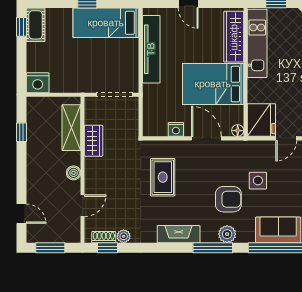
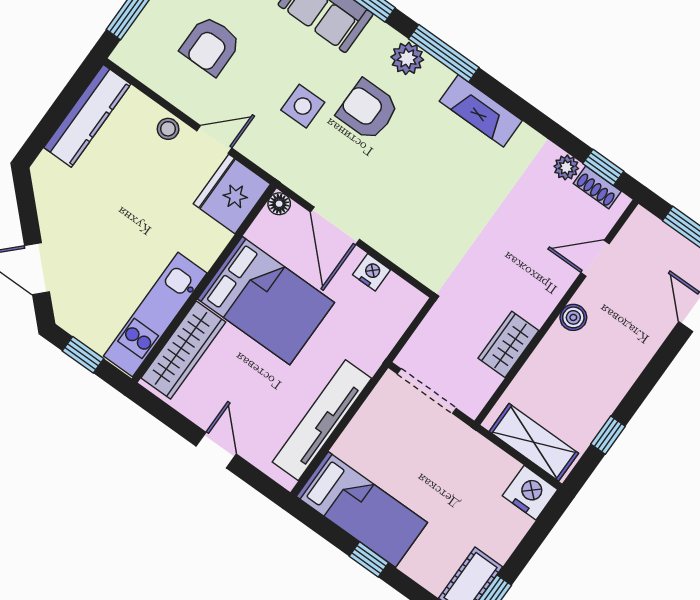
shelving: (71, 128) -> (534, 442), moved, turned 90
rug: (163, 177) -> (443, 214), removed

